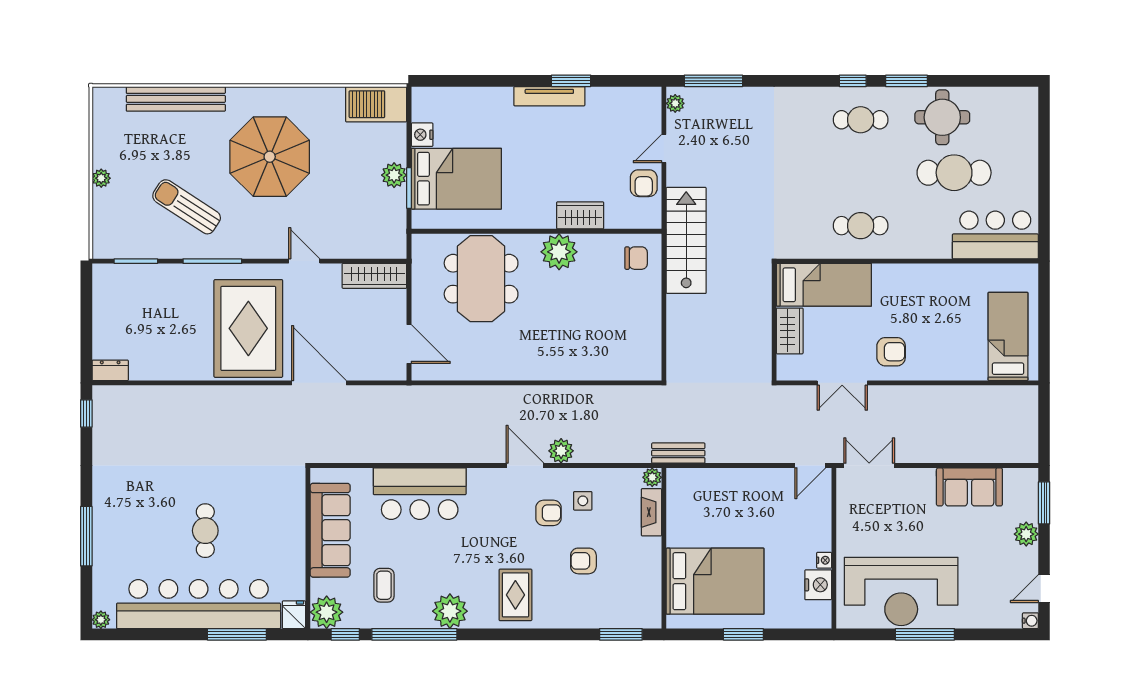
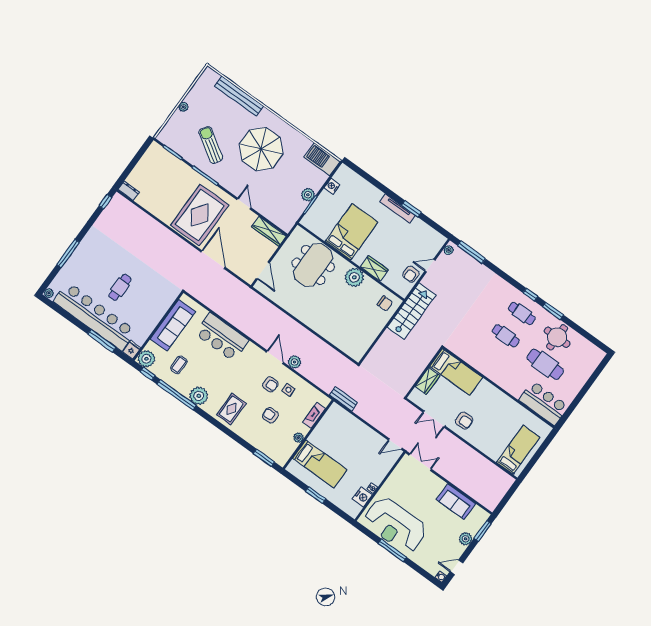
bed: (456, 179) -> (351, 232), moved, turned -90
cafe table: (861, 226) -> (506, 336), moved
plant: (652, 477) -> (298, 438), moved
bed: (715, 581) -> (320, 464), width x0.67

